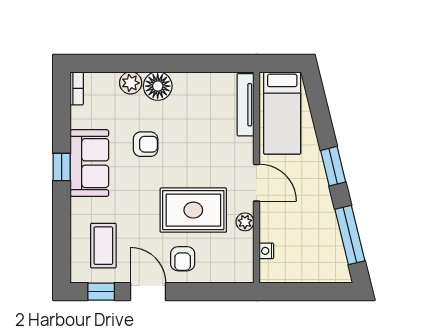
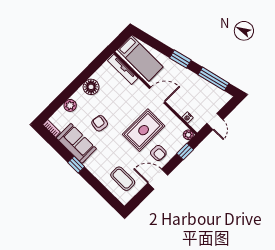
floor lamp: (158, 86) -> (91, 87), moved
armchair: (146, 144) -> (100, 123), turned -81
sofa: (89, 163) -> (76, 143), moved
plant: (245, 222) -> (188, 135), moved
window: (101, 292) -> (185, 151), moved
door: (296, 292) -> (215, 122), added

